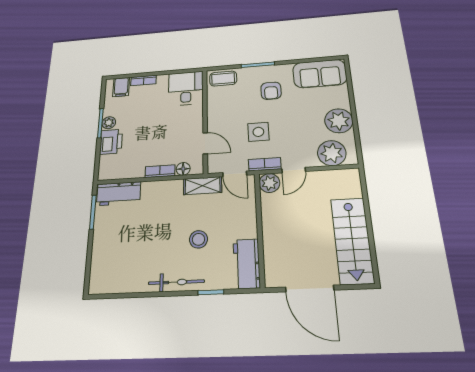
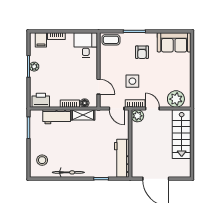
plant: (339, 121) -> (182, 78), removed
printer: (111, 142) -> (41, 100), moved, turned -90
door: (294, 170) -> (152, 109), swing flipped
shelving: (203, 186) -> (83, 115), moved
workbench: (119, 194) -> (57, 117), moved
stool: (198, 239) -> (42, 160), moved
stairs: (352, 240) -> (182, 134), moved
workbench: (247, 264) -> (122, 158), width x1.38
bicycle: (176, 282) -> (68, 172), moved

